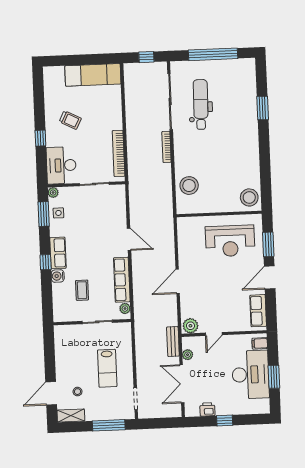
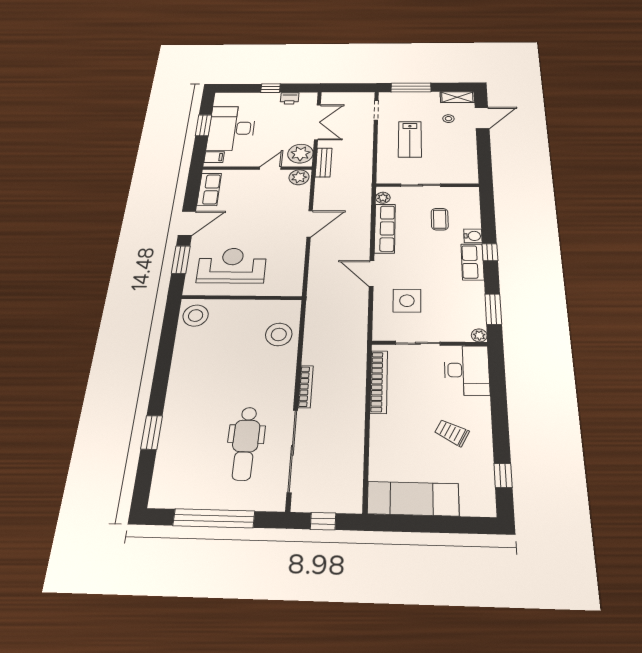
window: (40, 138) -> (503, 476), moved
side table: (58, 213) -> (407, 301), moved, width x1.87, depth x1.87
plant: (188, 355) -> (300, 154), width x1.87, depth x1.87
lab bench: (107, 368) -> (410, 139), turned 180

